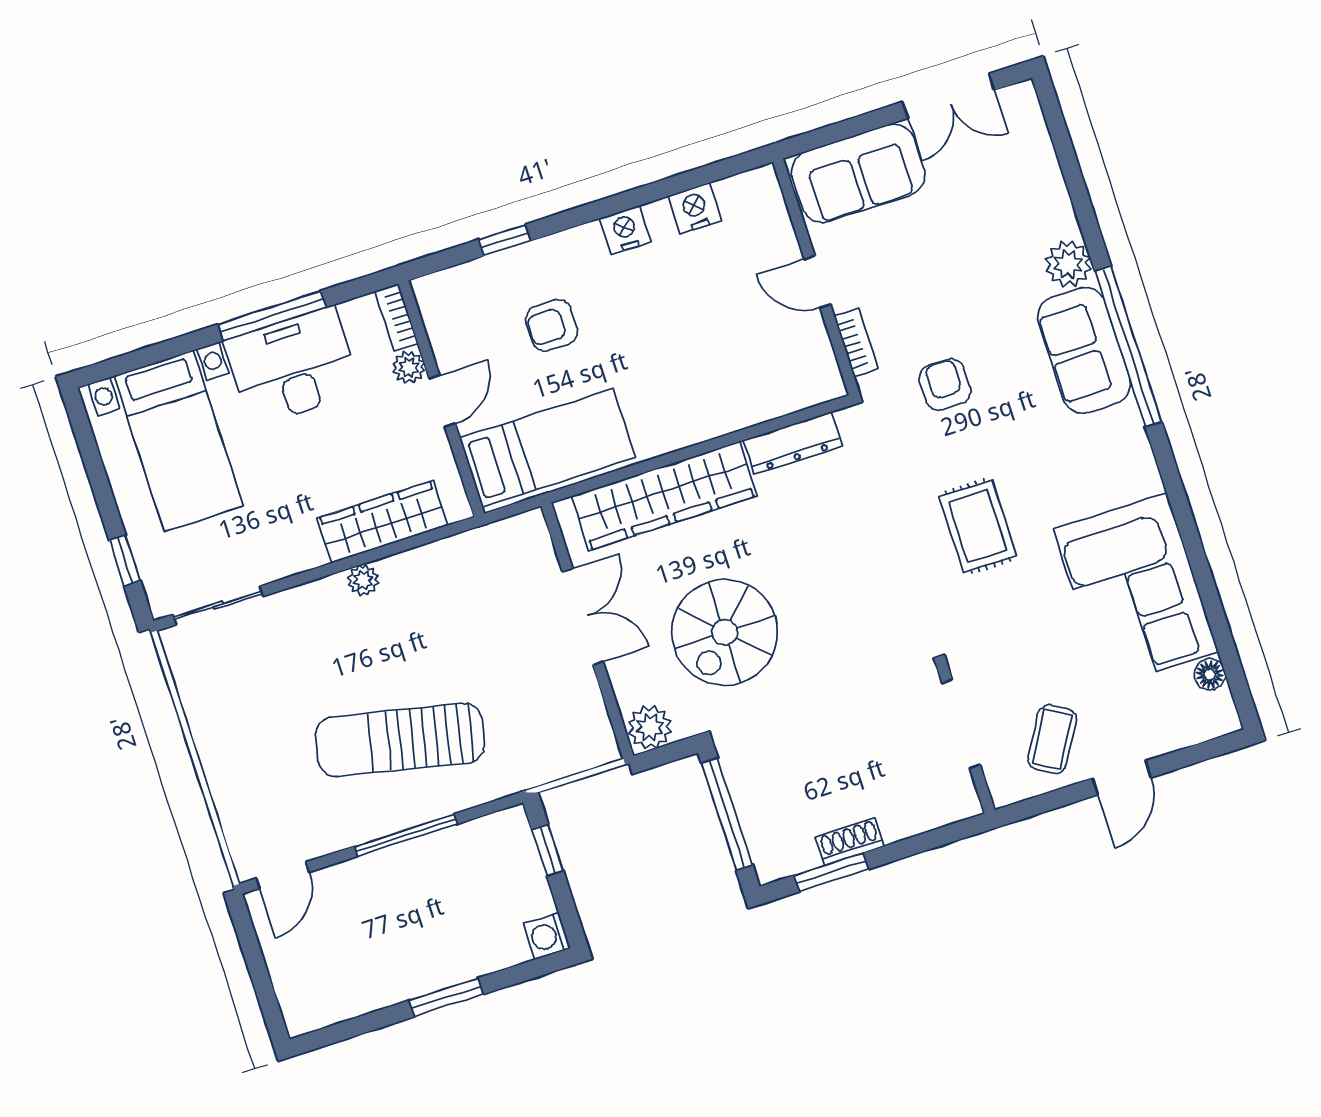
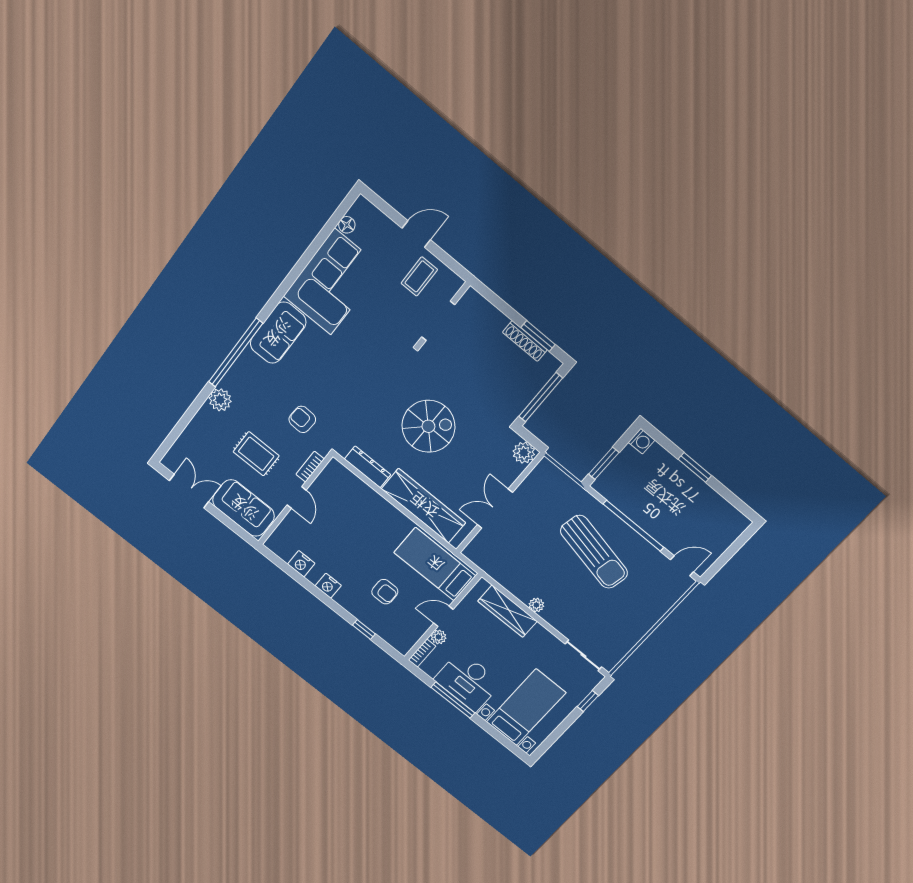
sofa: (1084, 350) -> (278, 333), moved
armchair: (945, 385) -> (302, 419), turned 93
rug: (978, 526) -> (256, 454), moved, turned 90
spiral stairs: (725, 632) -> (428, 426), moved
coffee table: (1052, 739) -> (419, 276), turned -31
window: (406, 835) -> (634, 526), width x1.46
shoe rack: (850, 841) -> (525, 341), width x1.43
window: (548, 850) -> (604, 463), width x1.50

